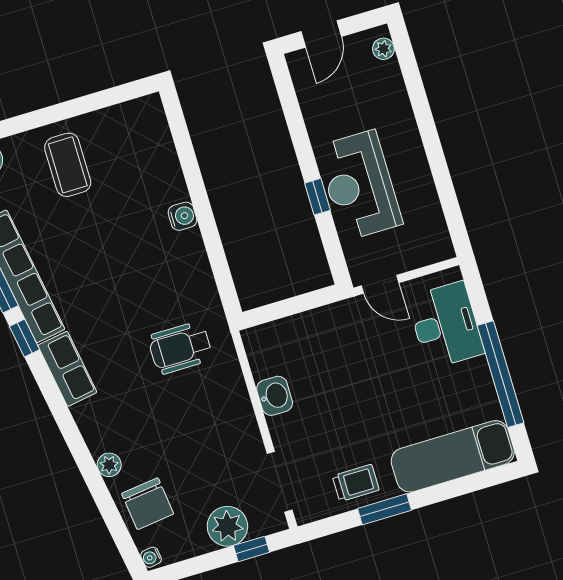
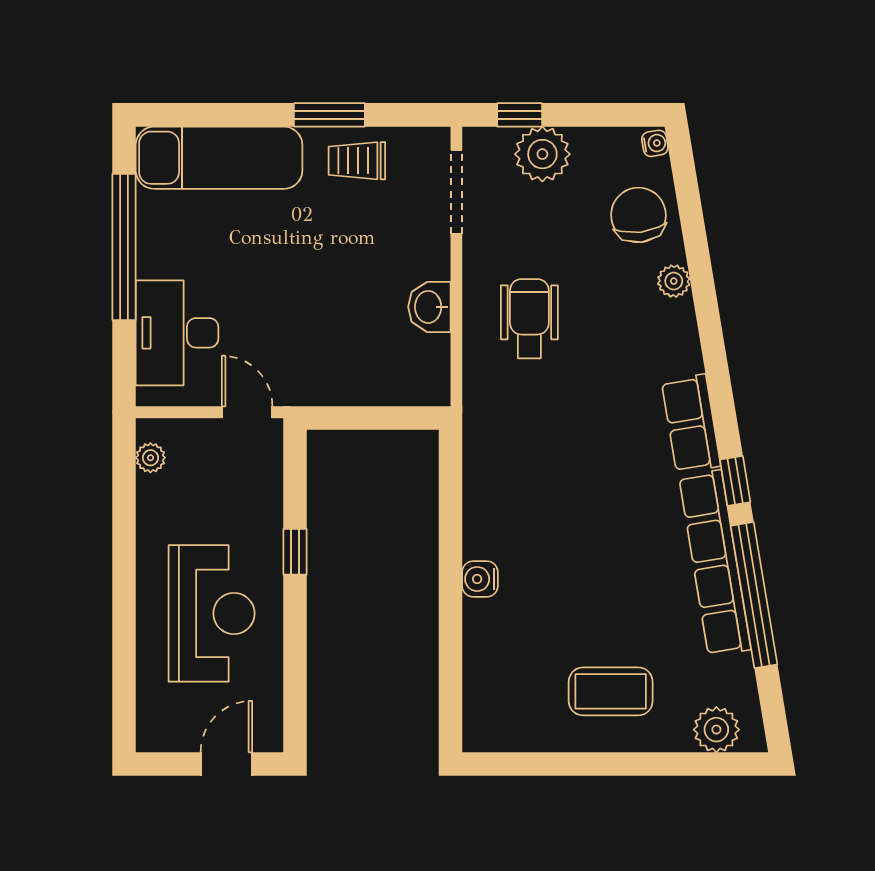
plant: (383, 49) -> (150, 458), moved
coffee table: (68, 165) -> (611, 691), turned 90
reception desk: (359, 185) -> (212, 613), moved
wheelchair: (180, 348) -> (529, 319), moved, turned -90

